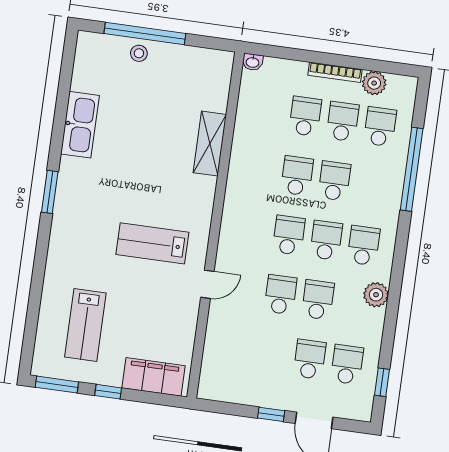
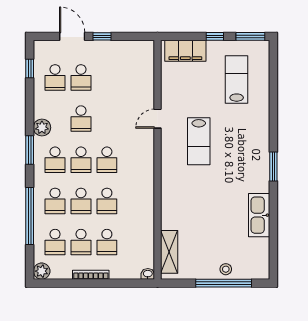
plant: (374, 83) -> (42, 271), moved
shelving: (210, 144) -> (169, 252), moved
lab bench: (152, 243) -> (199, 141), turned 90
window: (398, 265) -> (30, 150), added
school desk: (280, 295) -> (55, 201), moved

